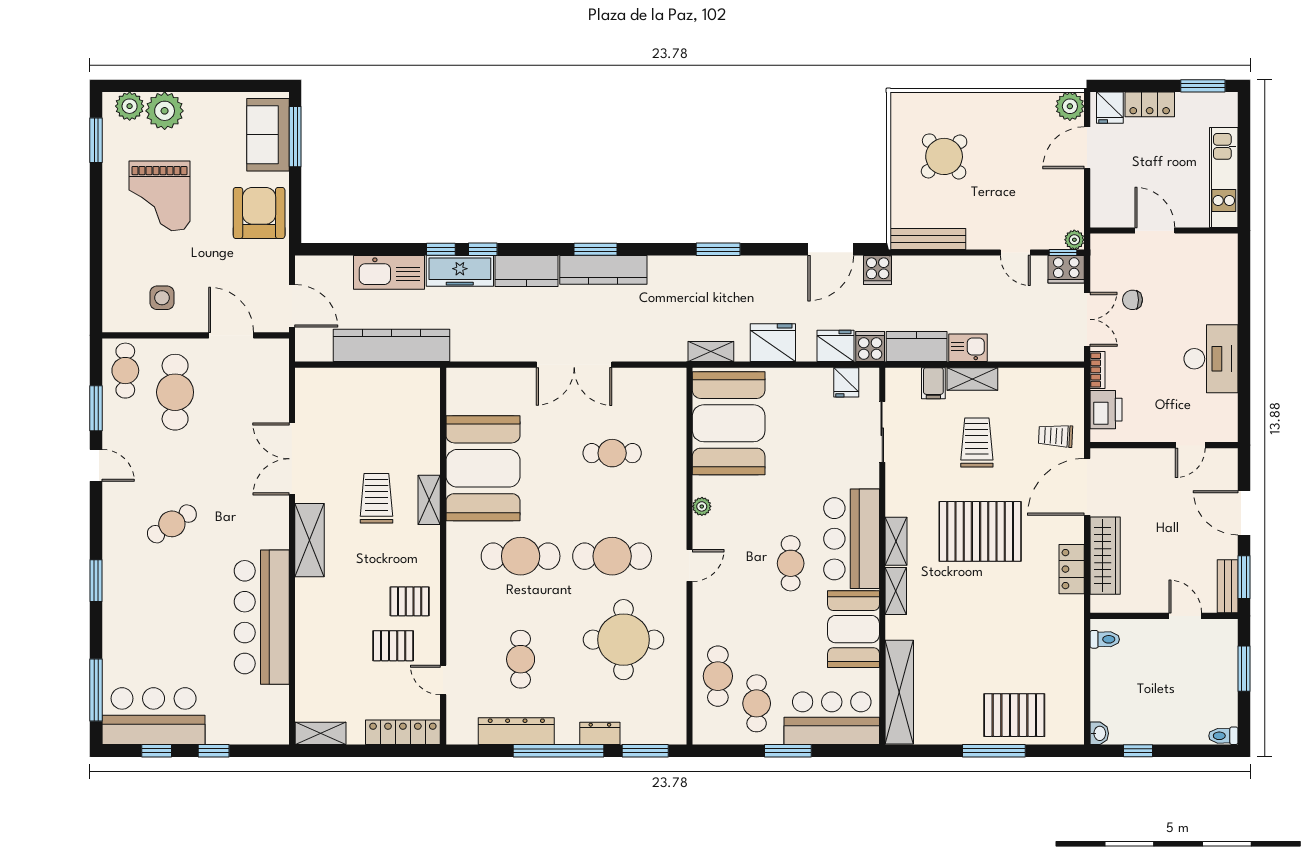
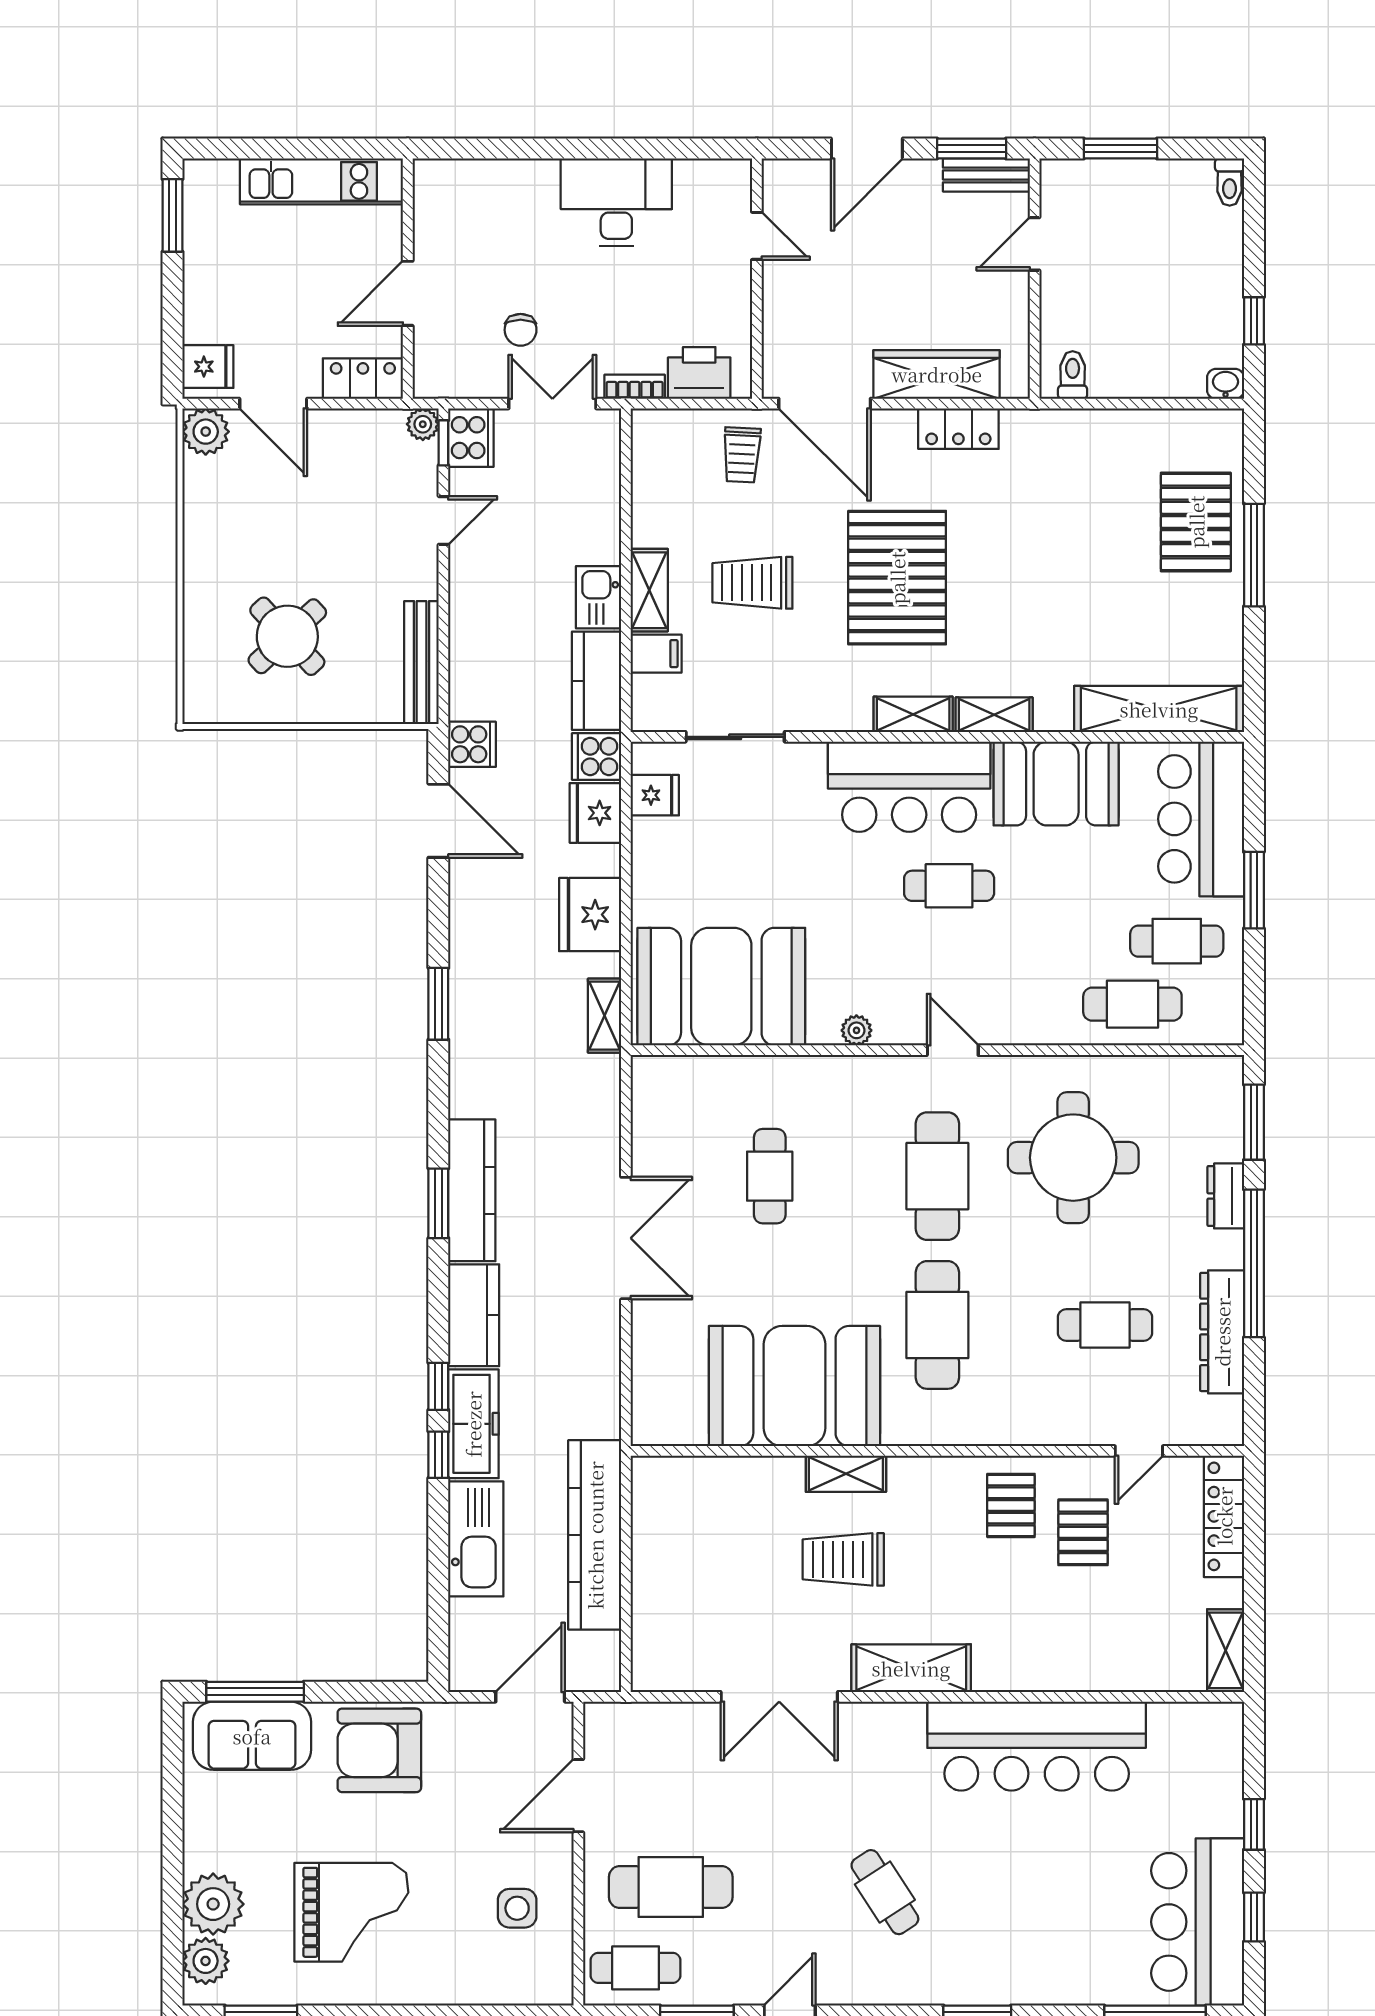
locker: (1150, 104) -> (363, 379), moved, turned -90

